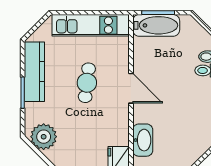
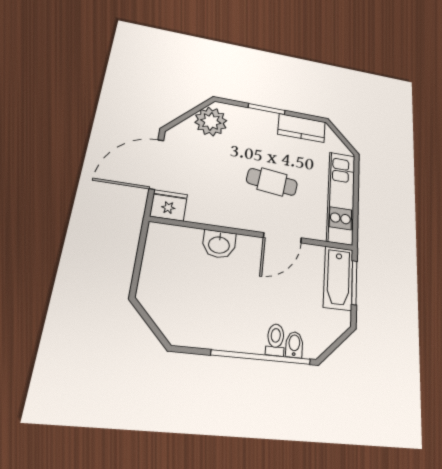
kitchen counter: (34, 72) -> (302, 128), width x0.67
door: (131, 88) -> (282, 238), moved
washbasin: (143, 140) -> (219, 244), moved, width x0.72

